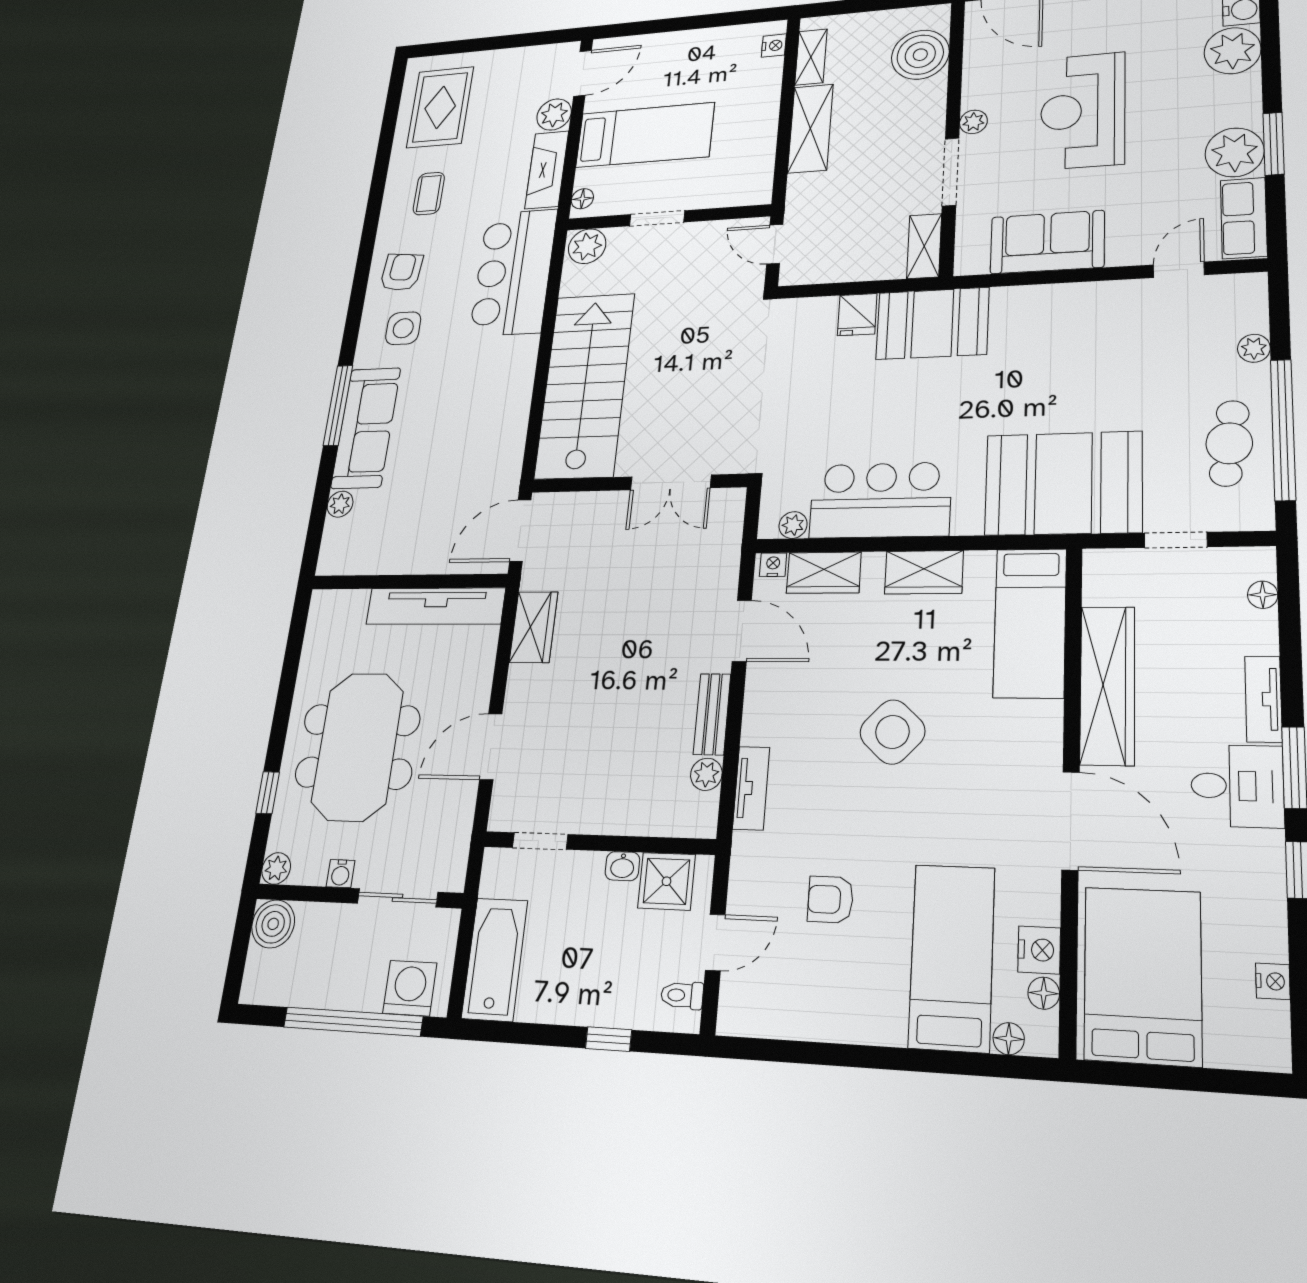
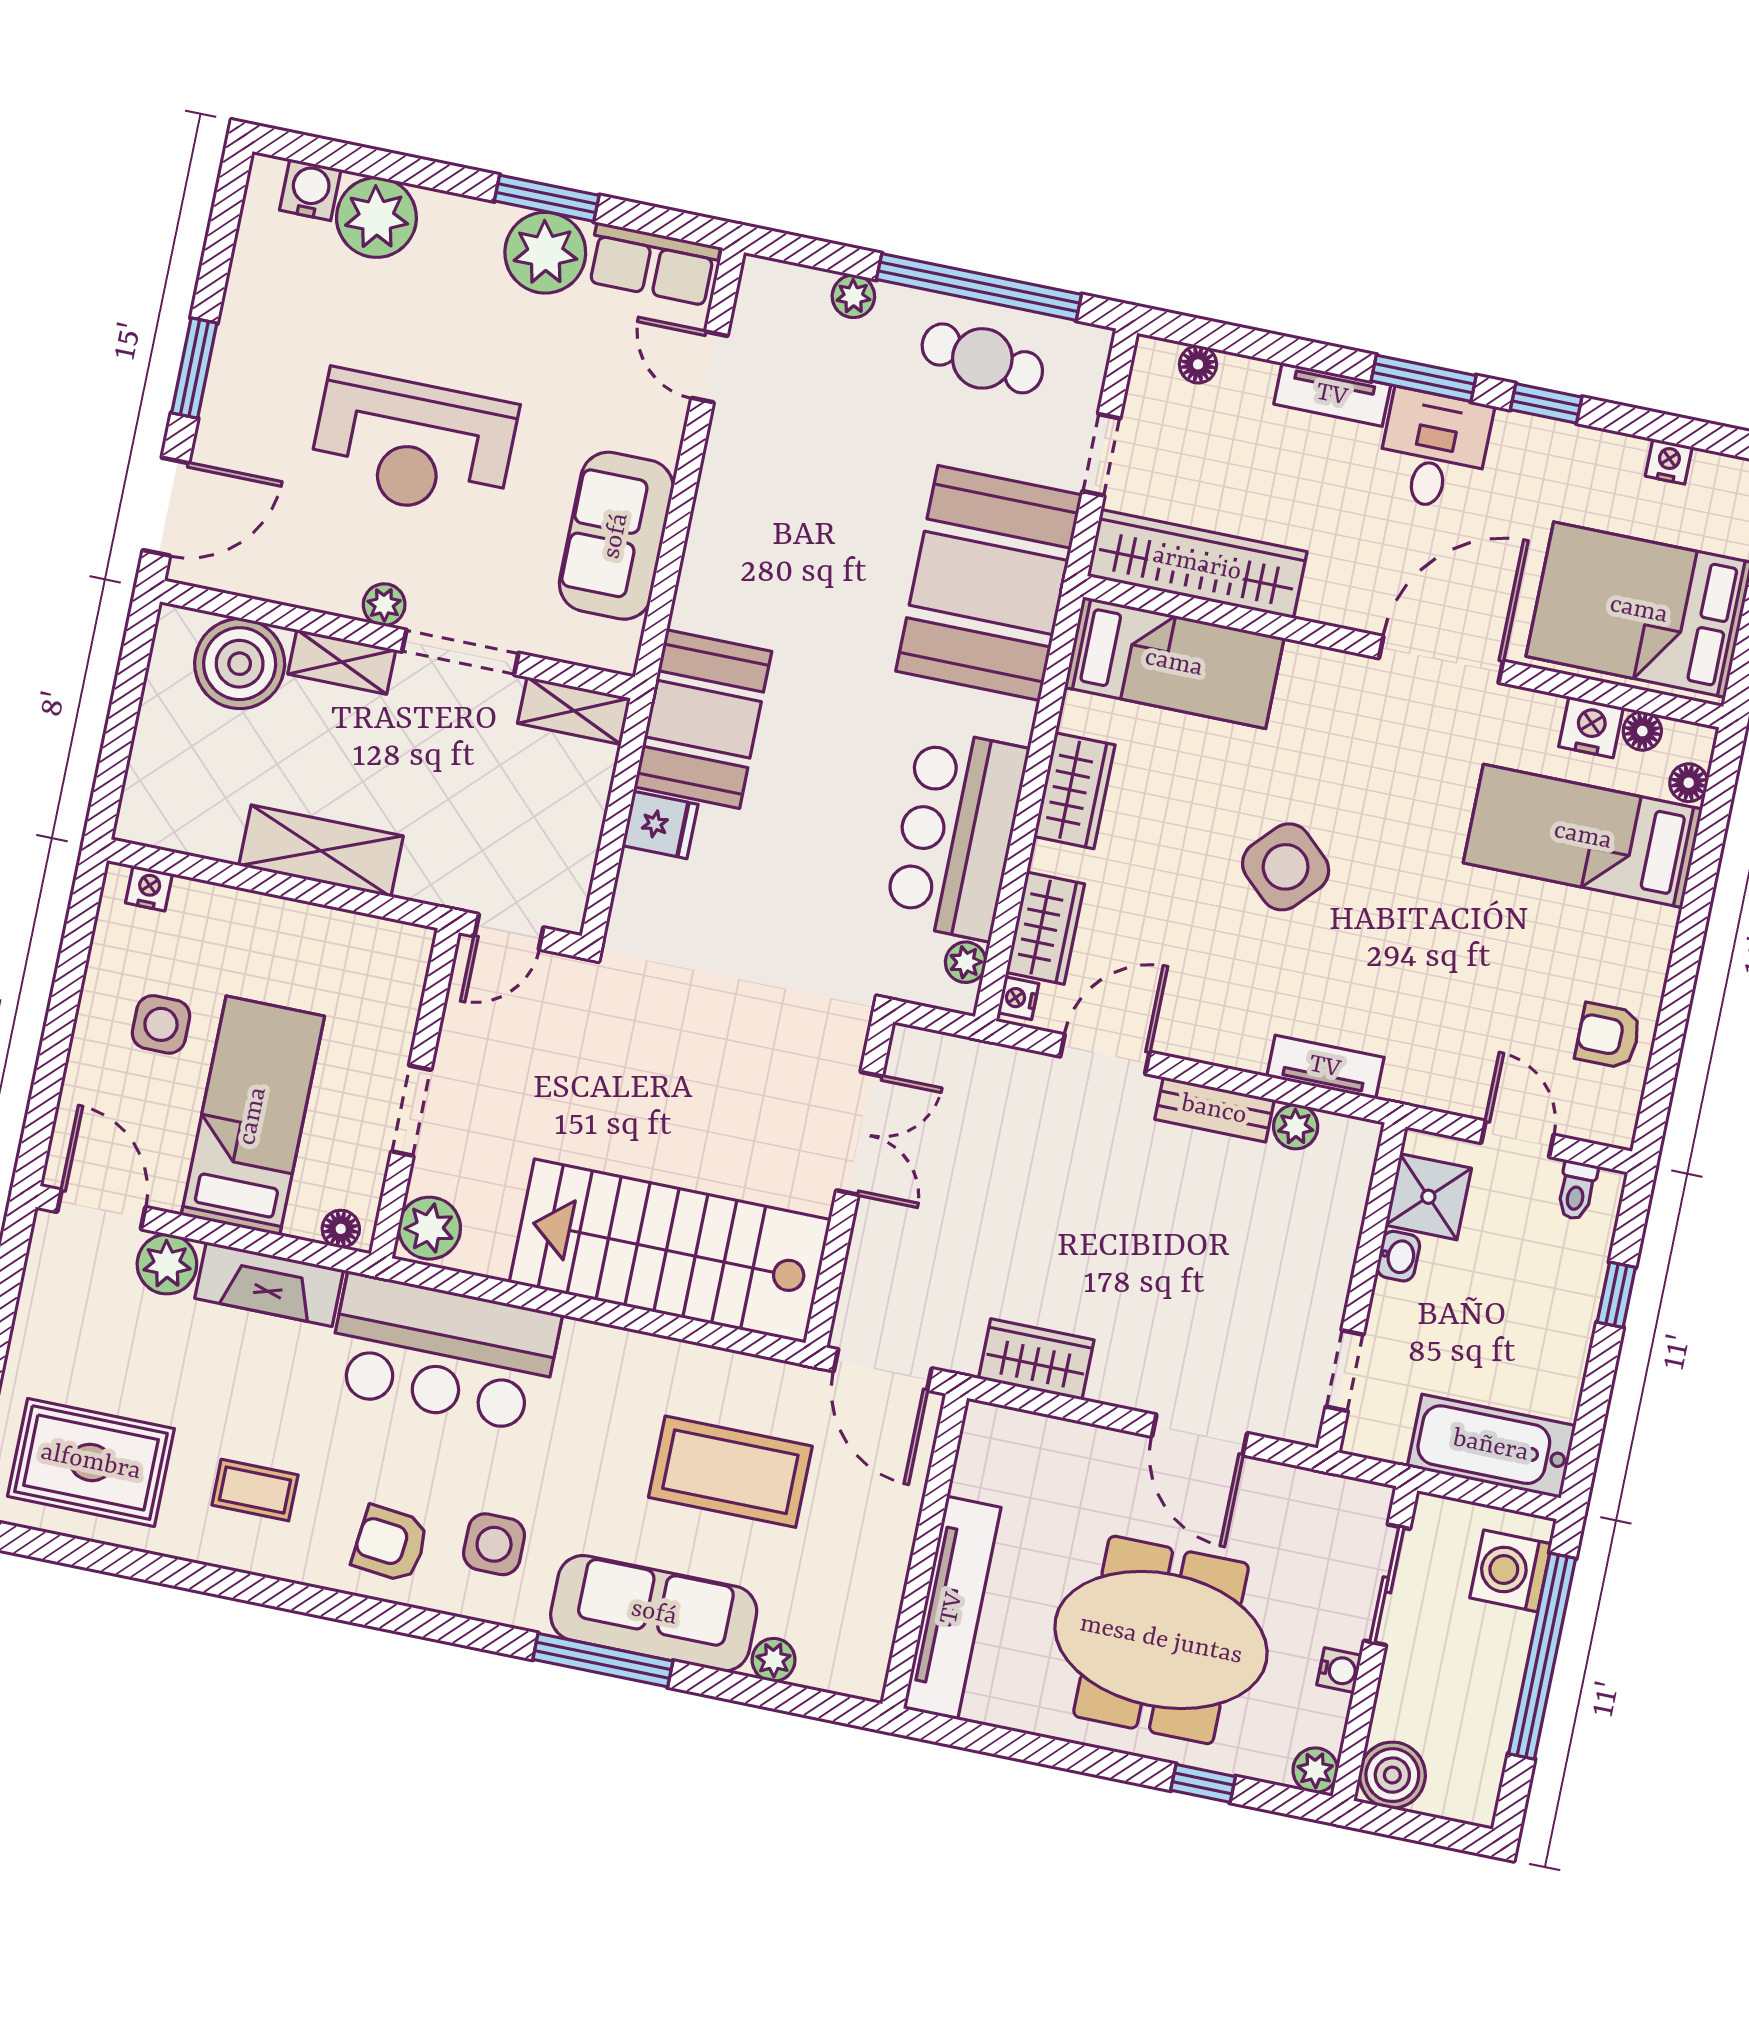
shelving: (811, 57) -> (342, 662), moved
side table: (693, 74) -> (161, 1024), added
coffee table: (452, 453) -> (730, 1472), added
tv unit: (435, 606) -> (952, 1608), moved
wardrobe: (1107, 685) -> (1197, 564), moved
armchair: (830, 900) -> (1608, 1036), moved, turned 90

